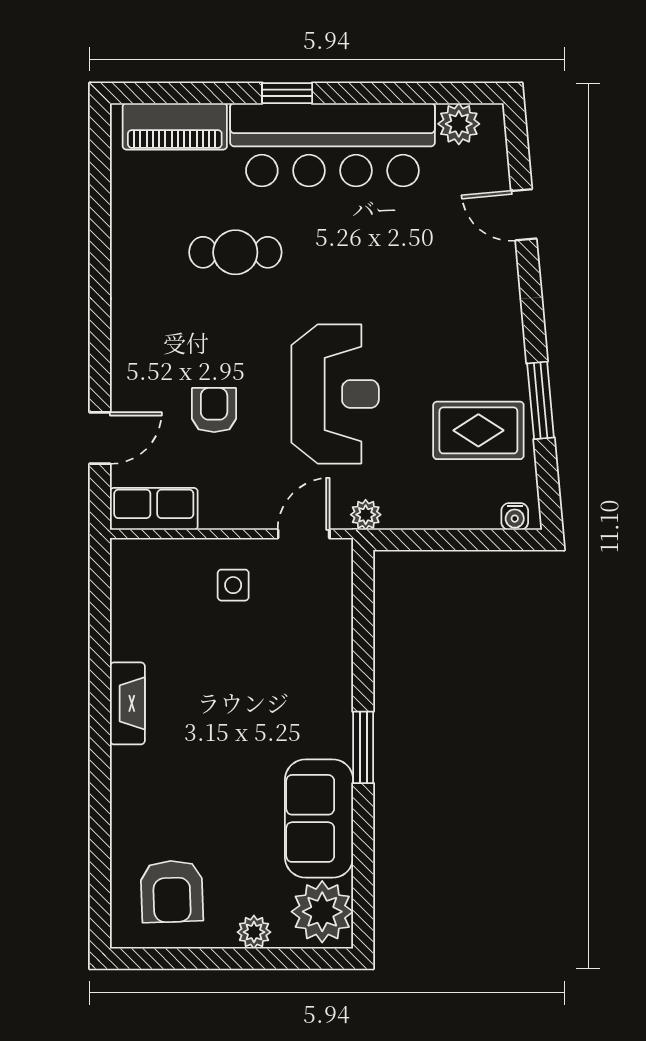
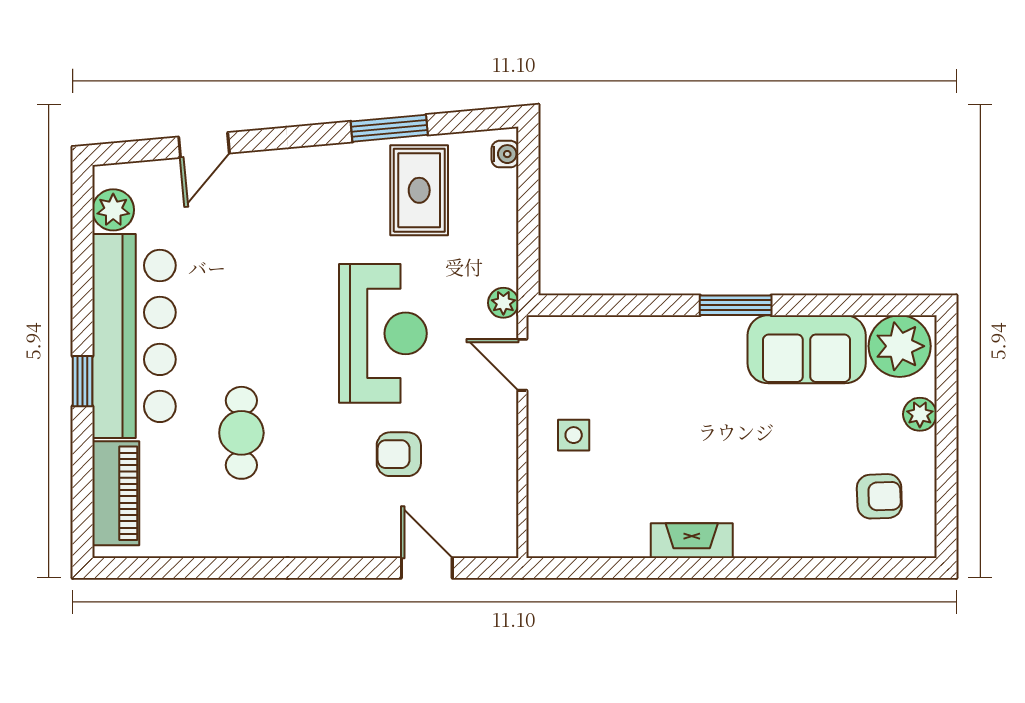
reception desk: (335, 394) -> (383, 333), turned 90
row of seats: (154, 509) -> (498, 514), removed
armchair: (172, 891) -> (879, 496), width x0.72, depth x0.72

